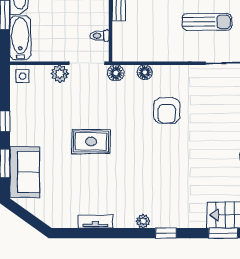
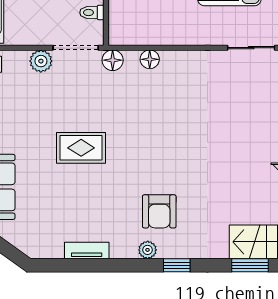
armchair: (167, 111) -> (159, 211), moved

